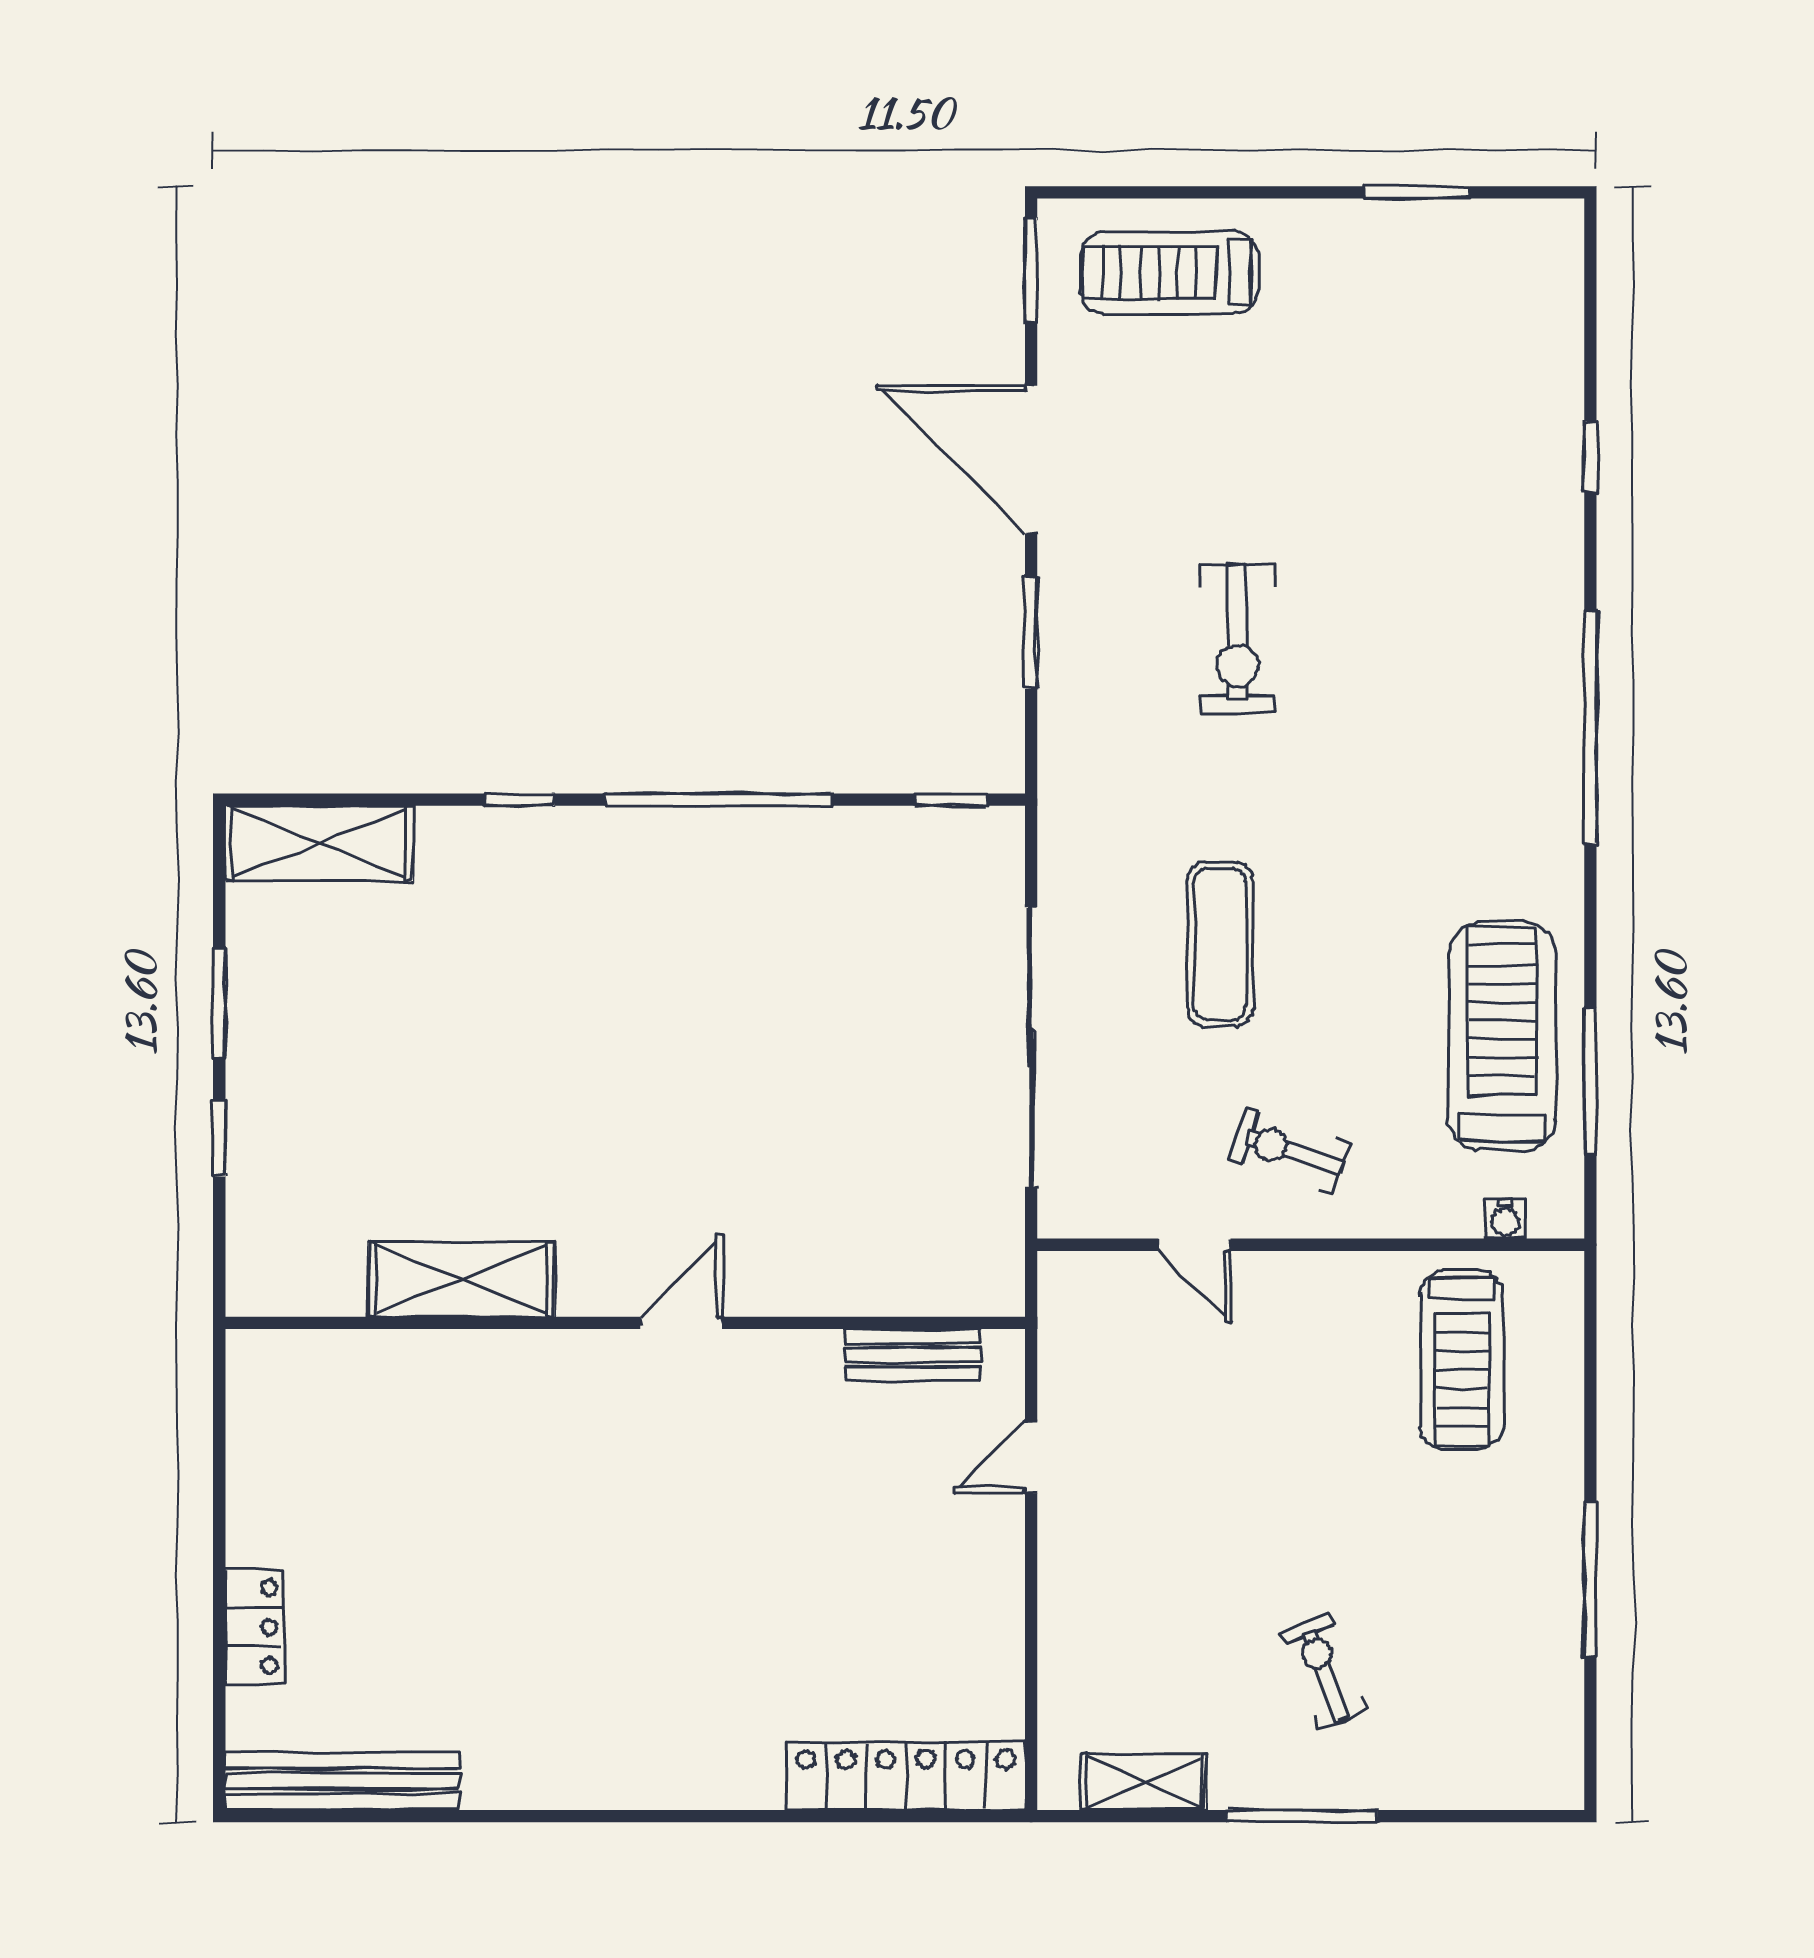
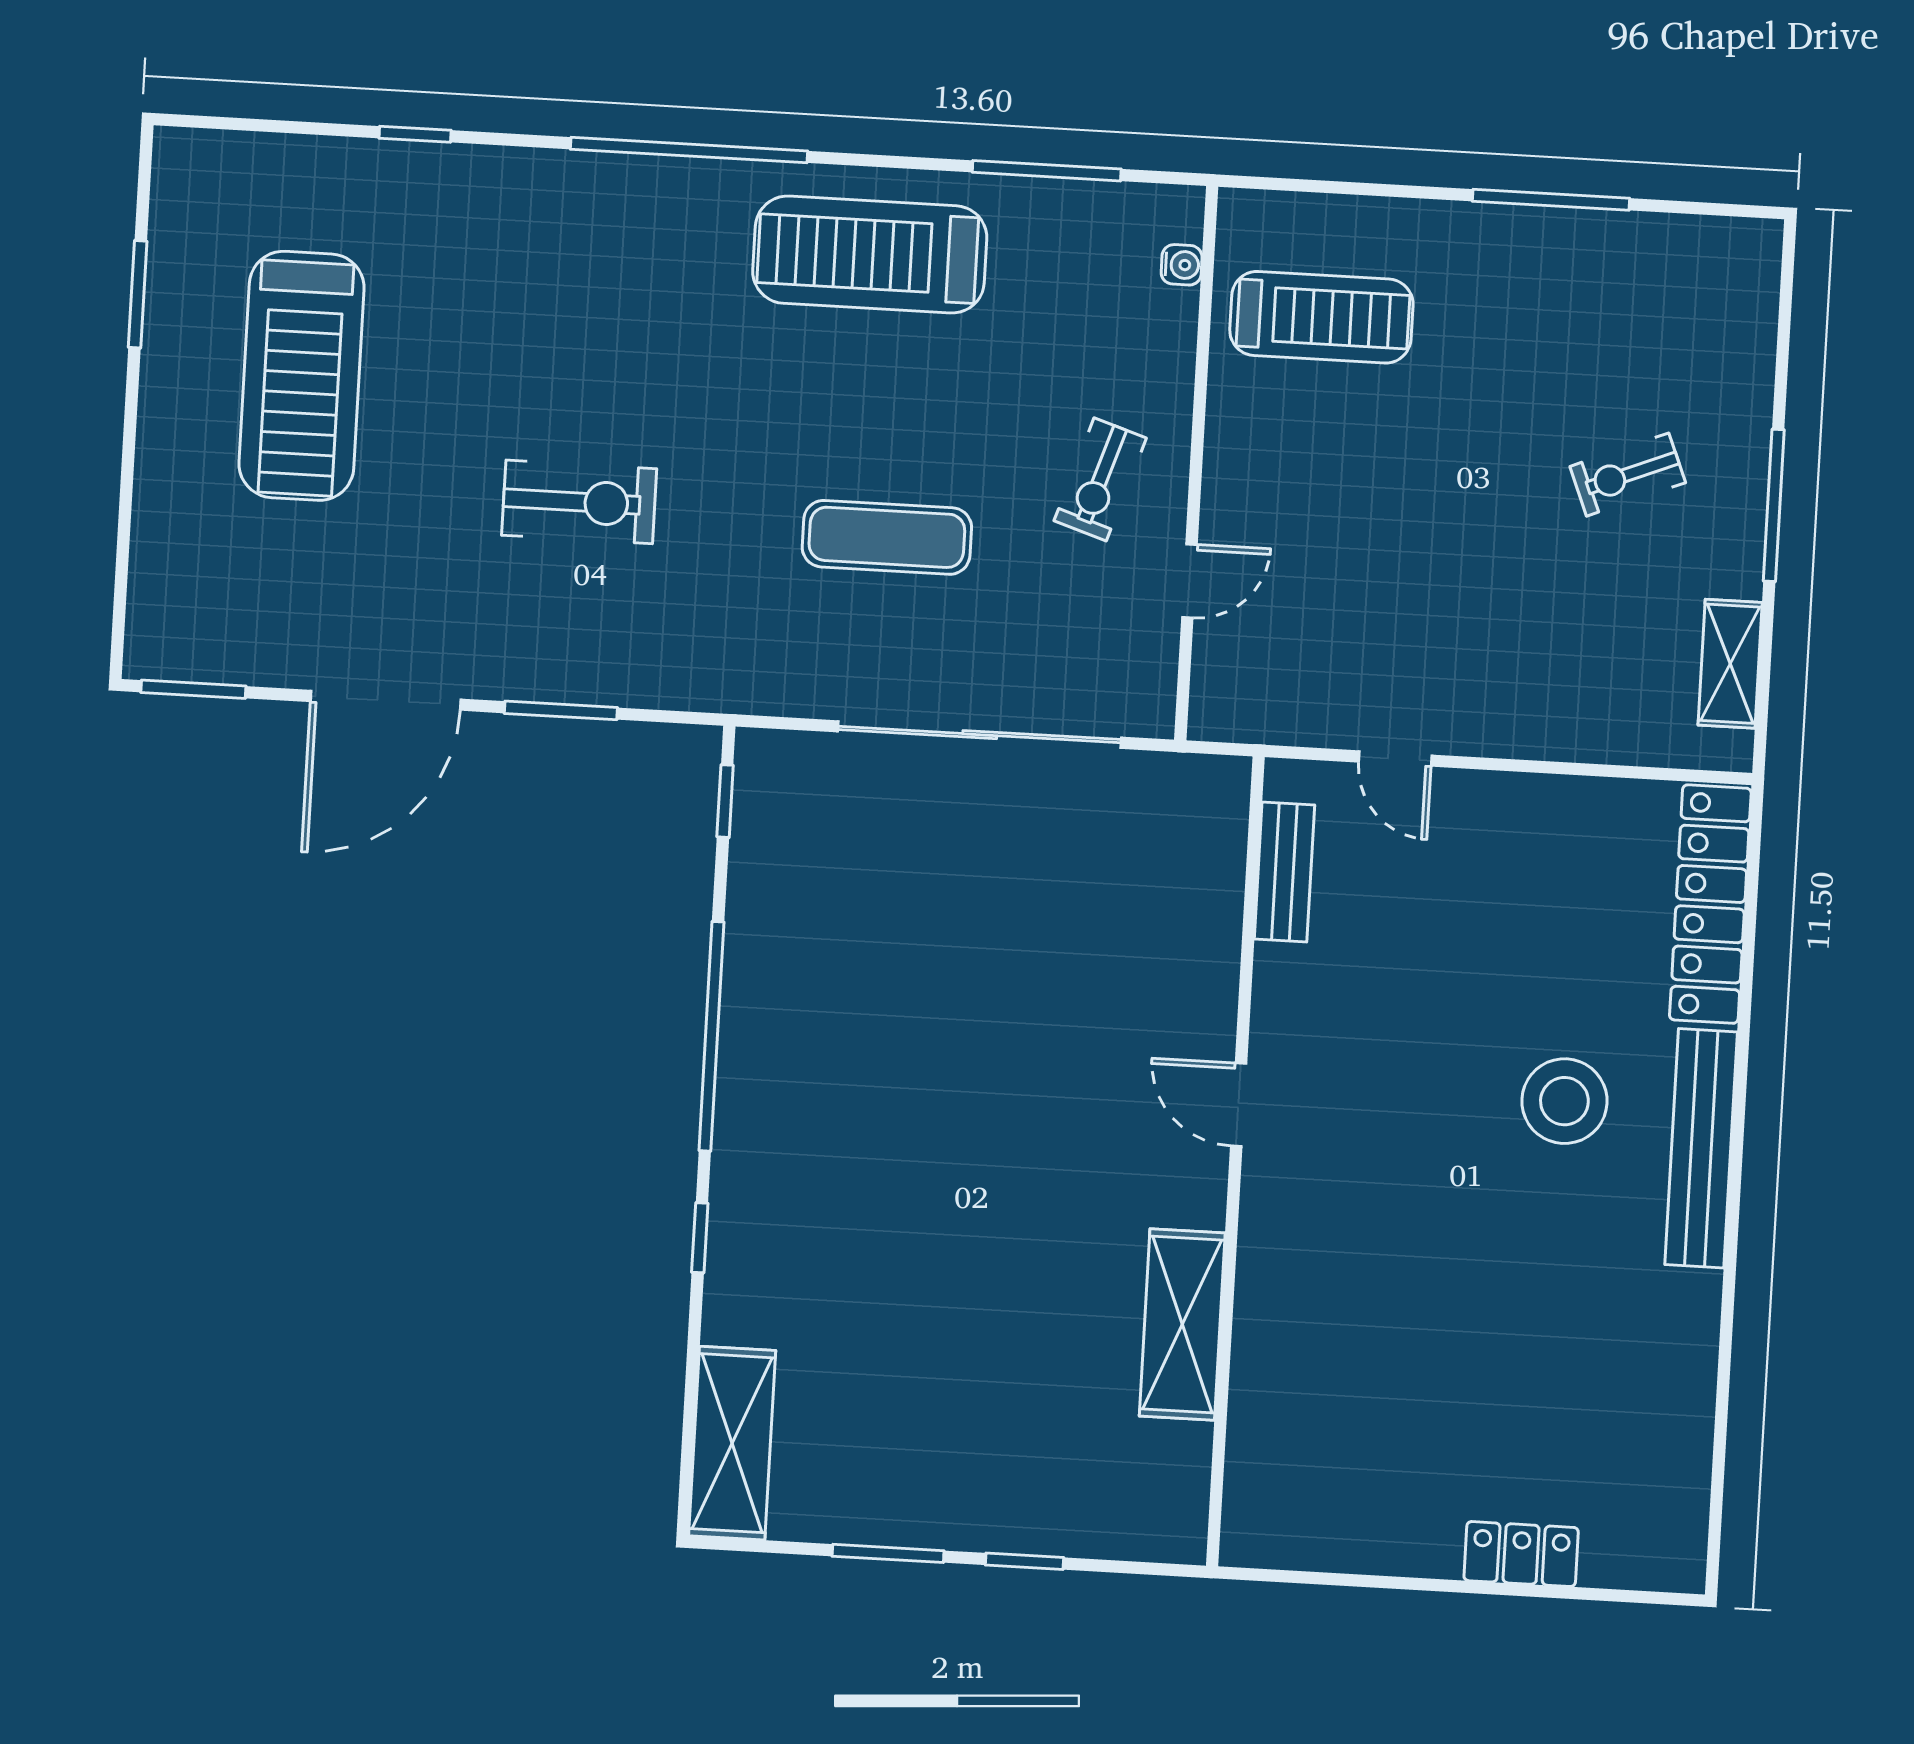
treadmill: (1169, 273) -> (302, 376), moved, width x1.37, depth x1.38
treadmill: (1502, 1036) -> (870, 255), moved
stool: (703, 1644) -> (1564, 1101), added
bench: (342, 1781) -> (1701, 1148), moved

